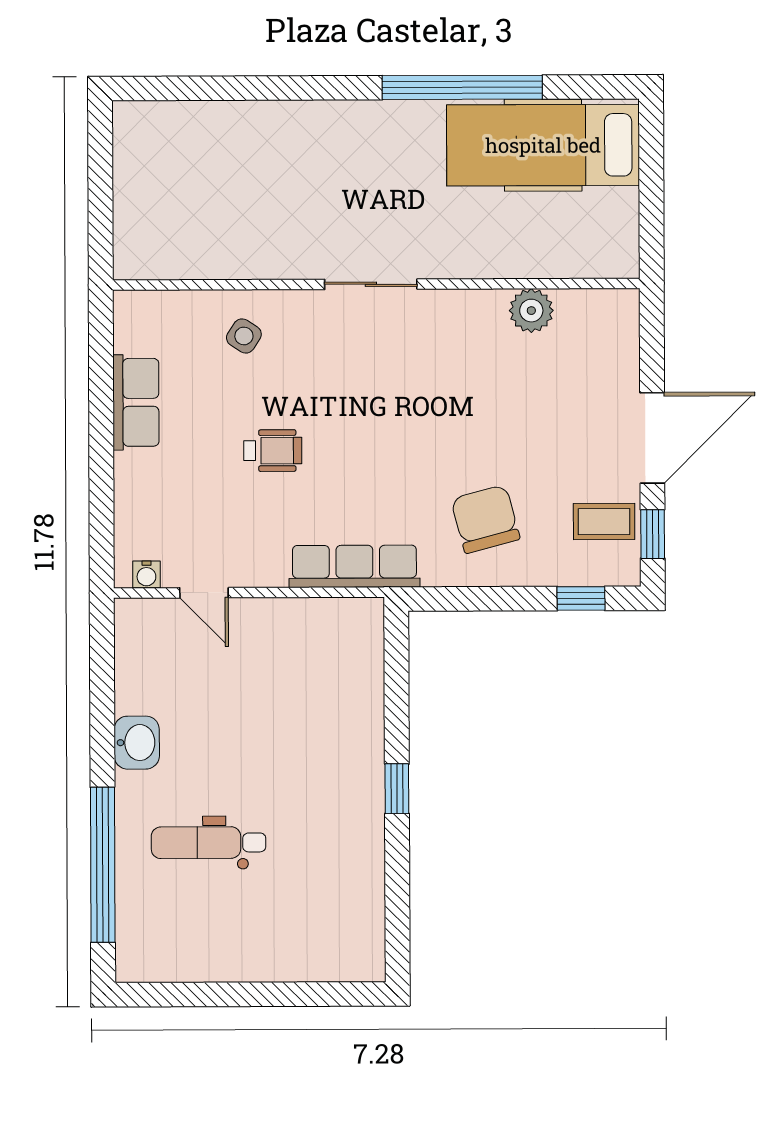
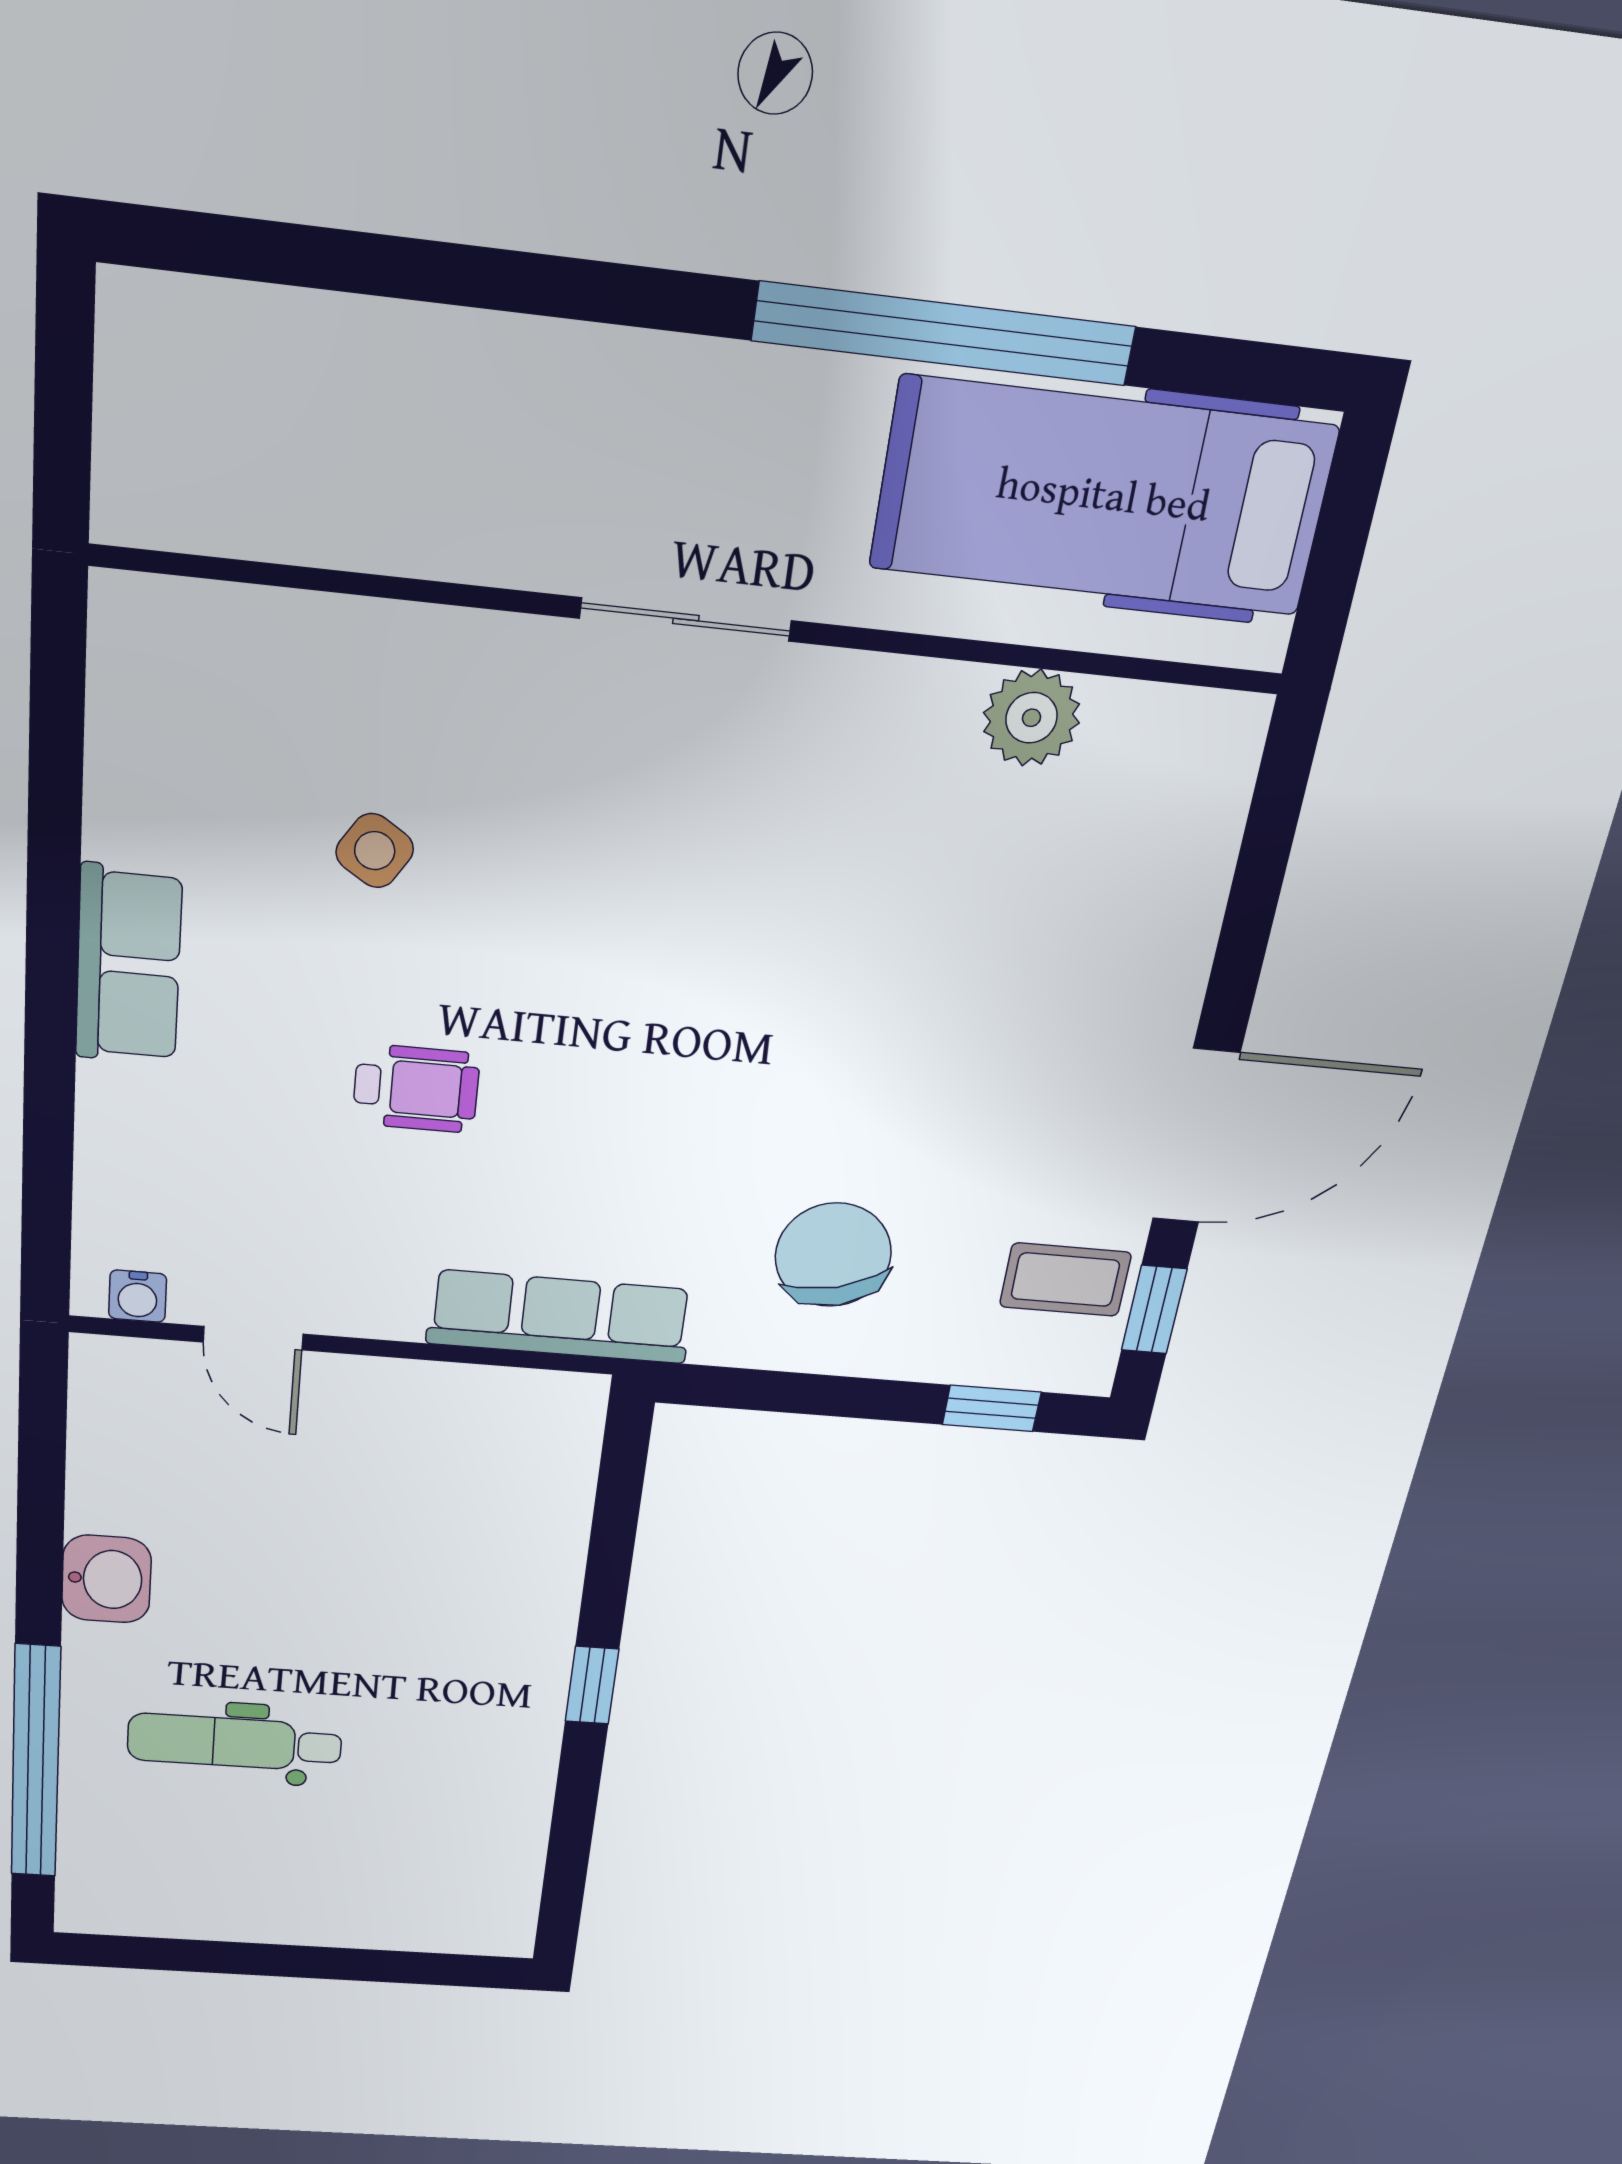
sliding door: (371, 284) -> (686, 619), moved
wall: (376, 284) -> (698, 621), moved
plant: (531, 311) -> (1031, 718), moved

